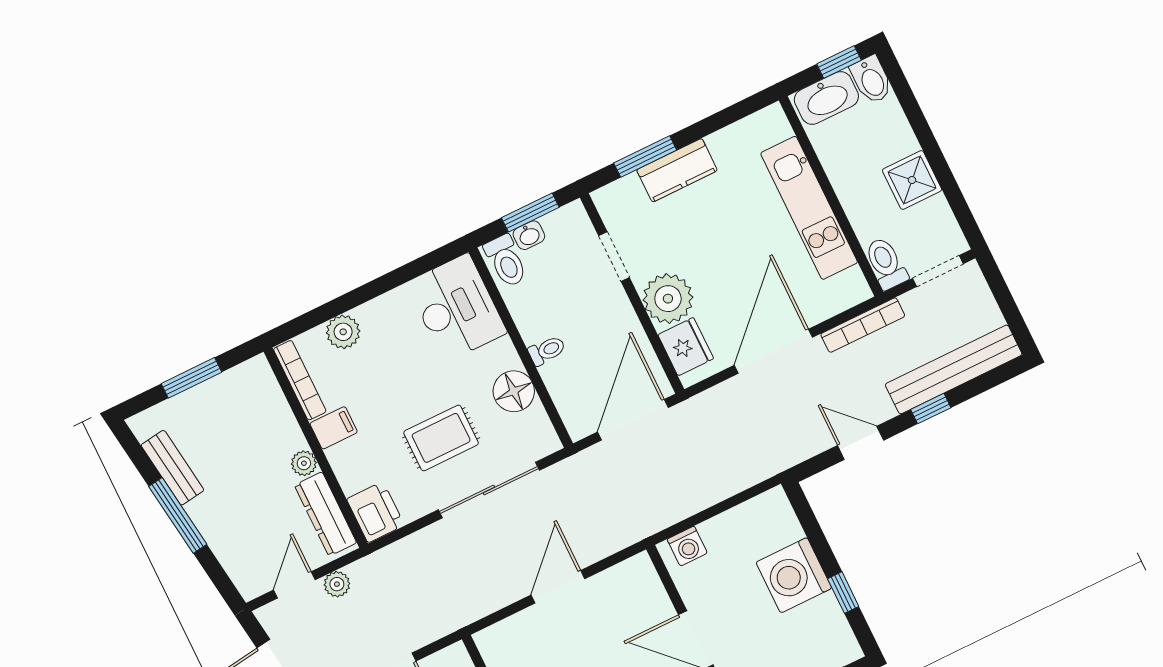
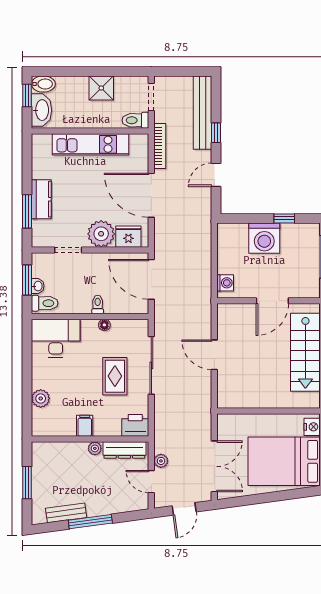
bookcase: (300, 380) -> (54, 431), removed
floor lamp: (514, 391) -> (104, 325), width x0.53, depth x0.53

